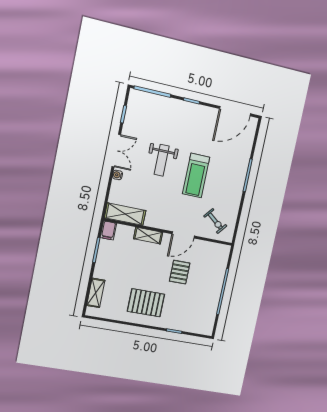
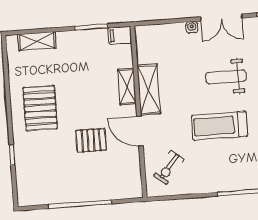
shelving: (125, 214) -> (149, 90), moved

